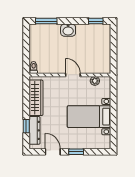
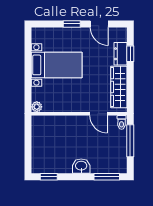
window: (26, 52) -> (130, 141), added
door: (73, 75) -> (98, 114), moved
plant: (95, 81) -> (37, 107), moved
dresser: (34, 130) -> (121, 54), width x0.70

